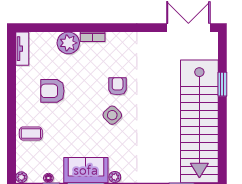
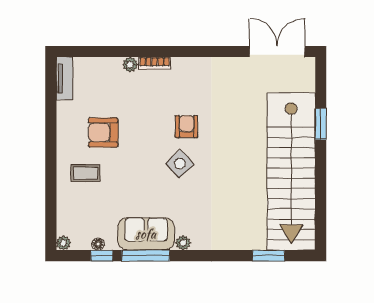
plant: (68, 43) -> (130, 64), width x0.53, depth x0.53
coffee table: (31, 133) -> (86, 173), moved

